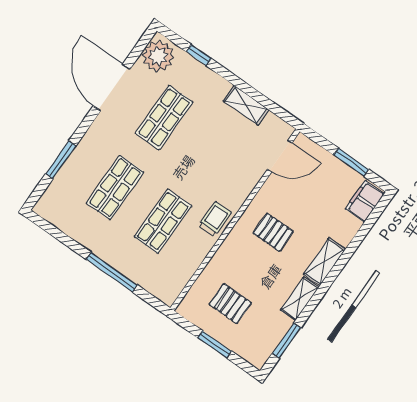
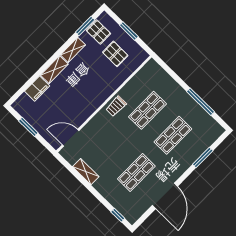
window: (199, 55) -> (118, 215), moved
plant: (158, 56) -> (134, 210), removed
filing cabinet: (365, 201) -> (37, 89), moved
pallet: (273, 232) -> (98, 32), moved
window: (112, 272) -> (201, 102), moved

